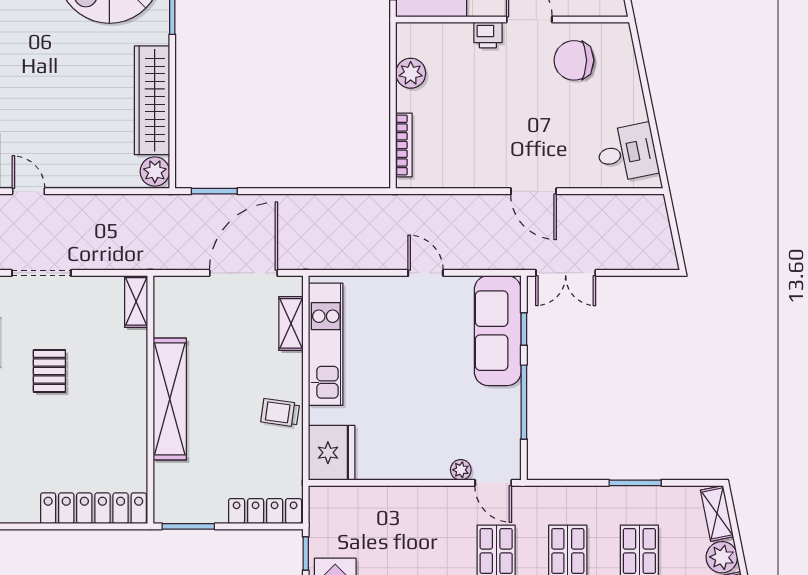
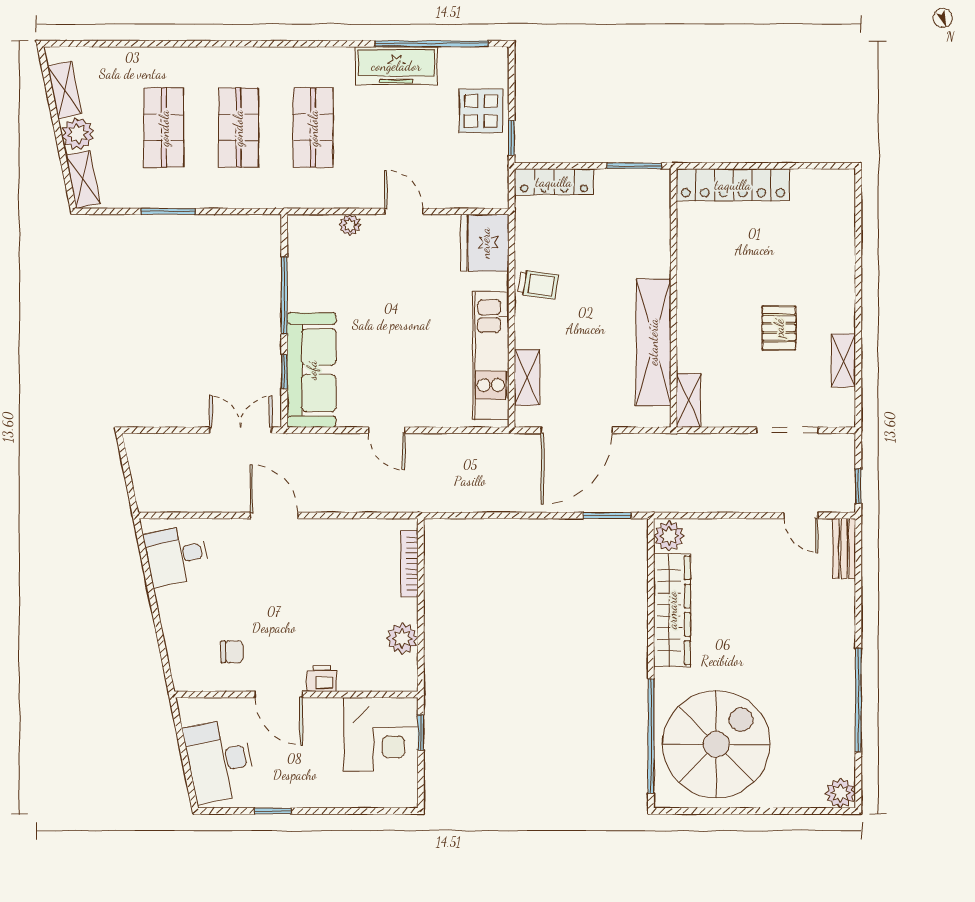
chair: (574, 60) -> (232, 652), width x0.54, depth x0.54
shelving: (170, 399) -> (653, 342), moved
door: (493, 483) -> (404, 211), moved

